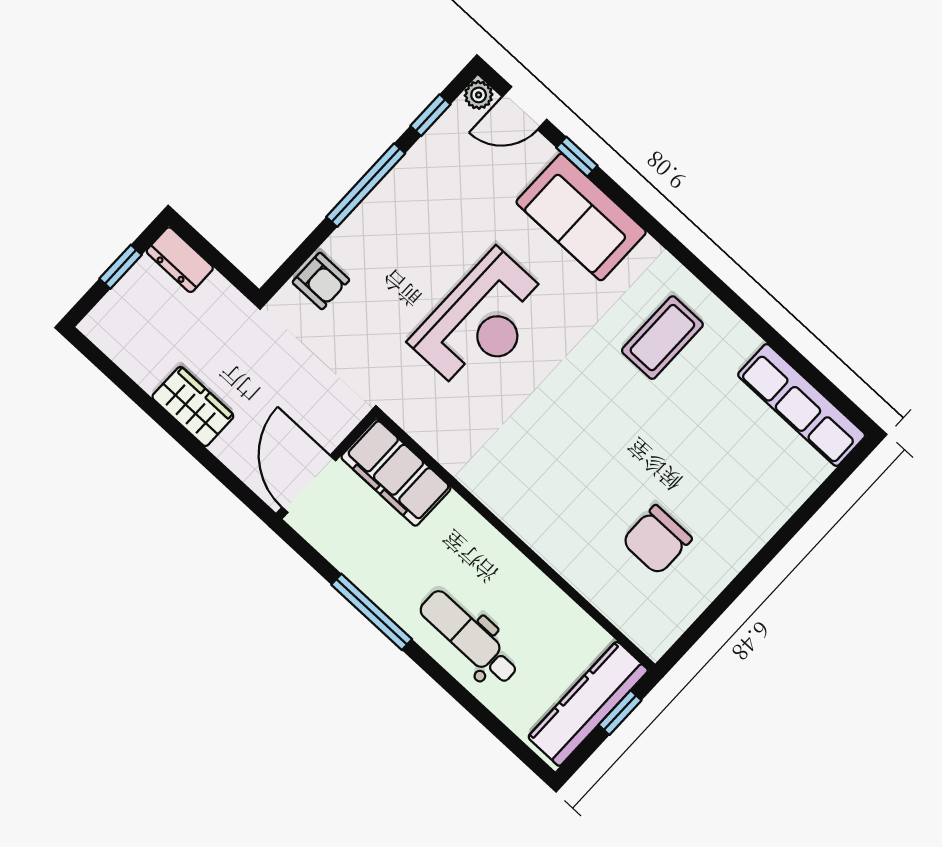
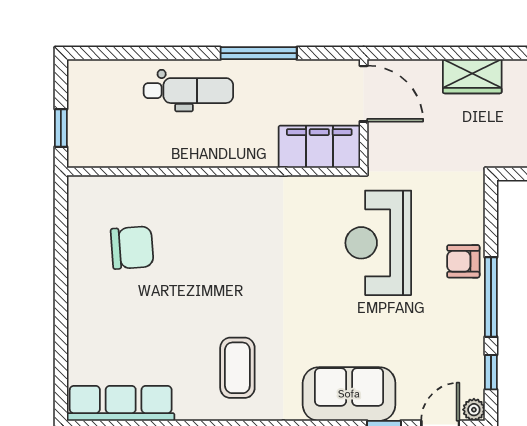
armchair: (321, 281) -> (463, 261), moved
reception desk: (481, 322) -> (378, 243), moved
chair: (657, 540) -> (132, 248), turned 86
kitchen counter: (588, 704) -> (84, 116), removed

